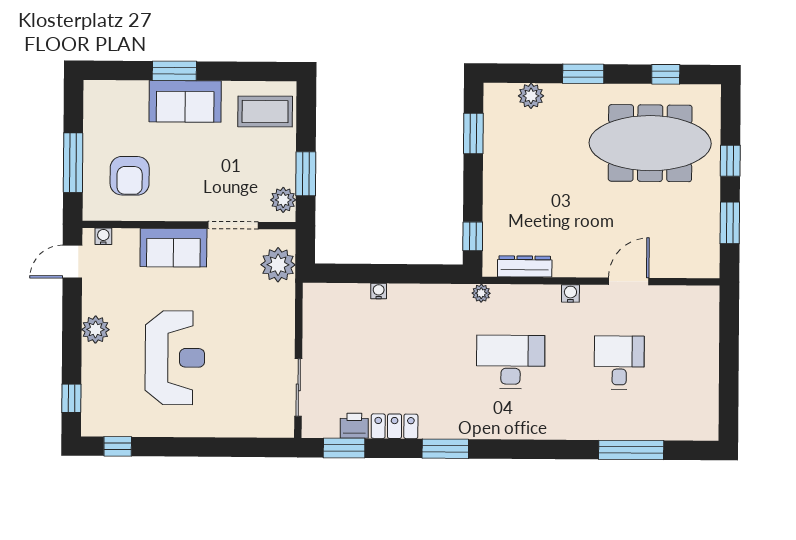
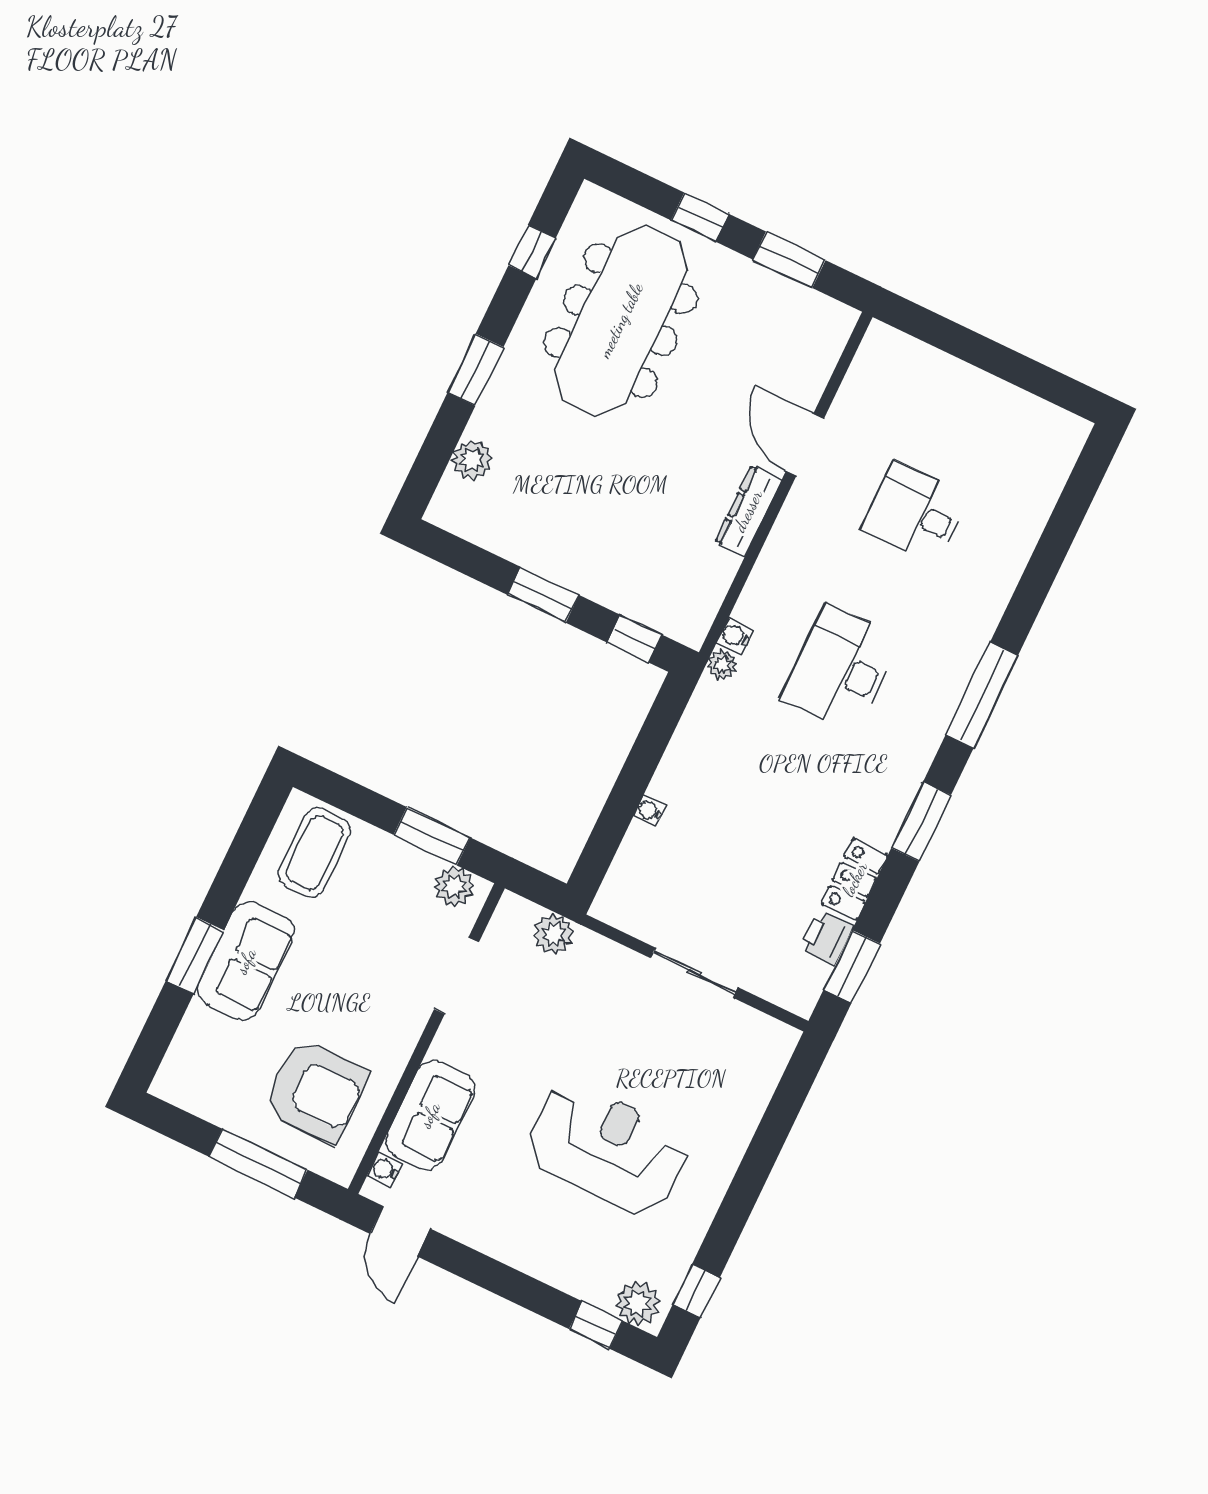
window: (473, 133) -> (543, 595), moved
armchair: (130, 176) -> (315, 1091), width x1.36, depth x1.36
sofa: (173, 248) -> (430, 1115), moved
plant: (278, 265) -> (554, 934), width x0.73, depth x0.73
dresser: (525, 266) -> (748, 511), moved
water cooler: (570, 293) -> (735, 636), moved
plant: (95, 330) -> (638, 1303), moved
sliding door: (298, 387) -> (694, 973), moved
window: (631, 450) -> (982, 695), moved

